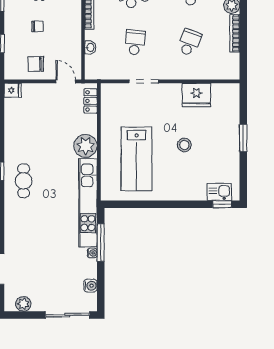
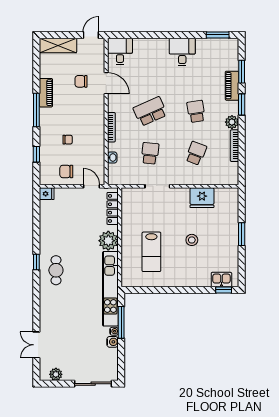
locker: (91, 101) -> (113, 208), width x1.53
lab bench: (137, 159) -> (151, 252), width x0.73, depth x0.72
water cooler: (90, 286) -> (112, 342), moved

